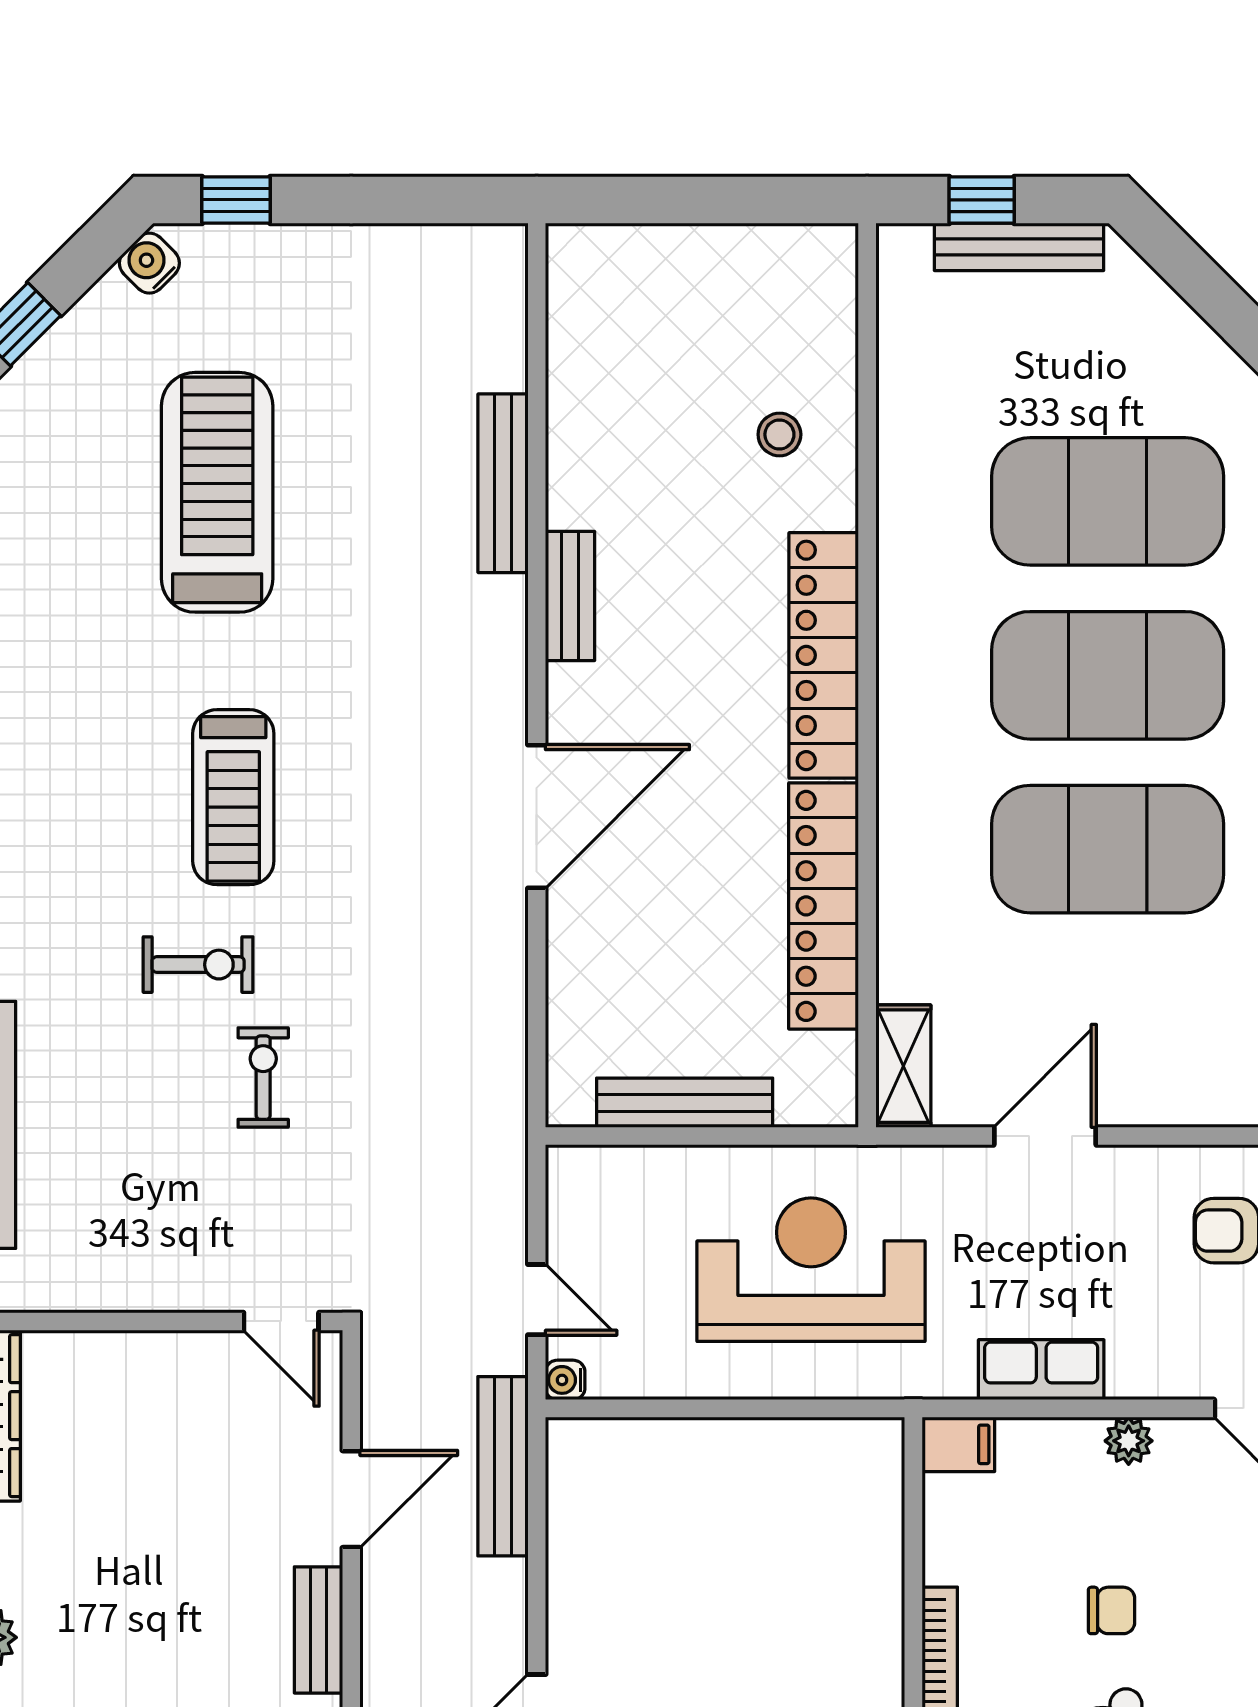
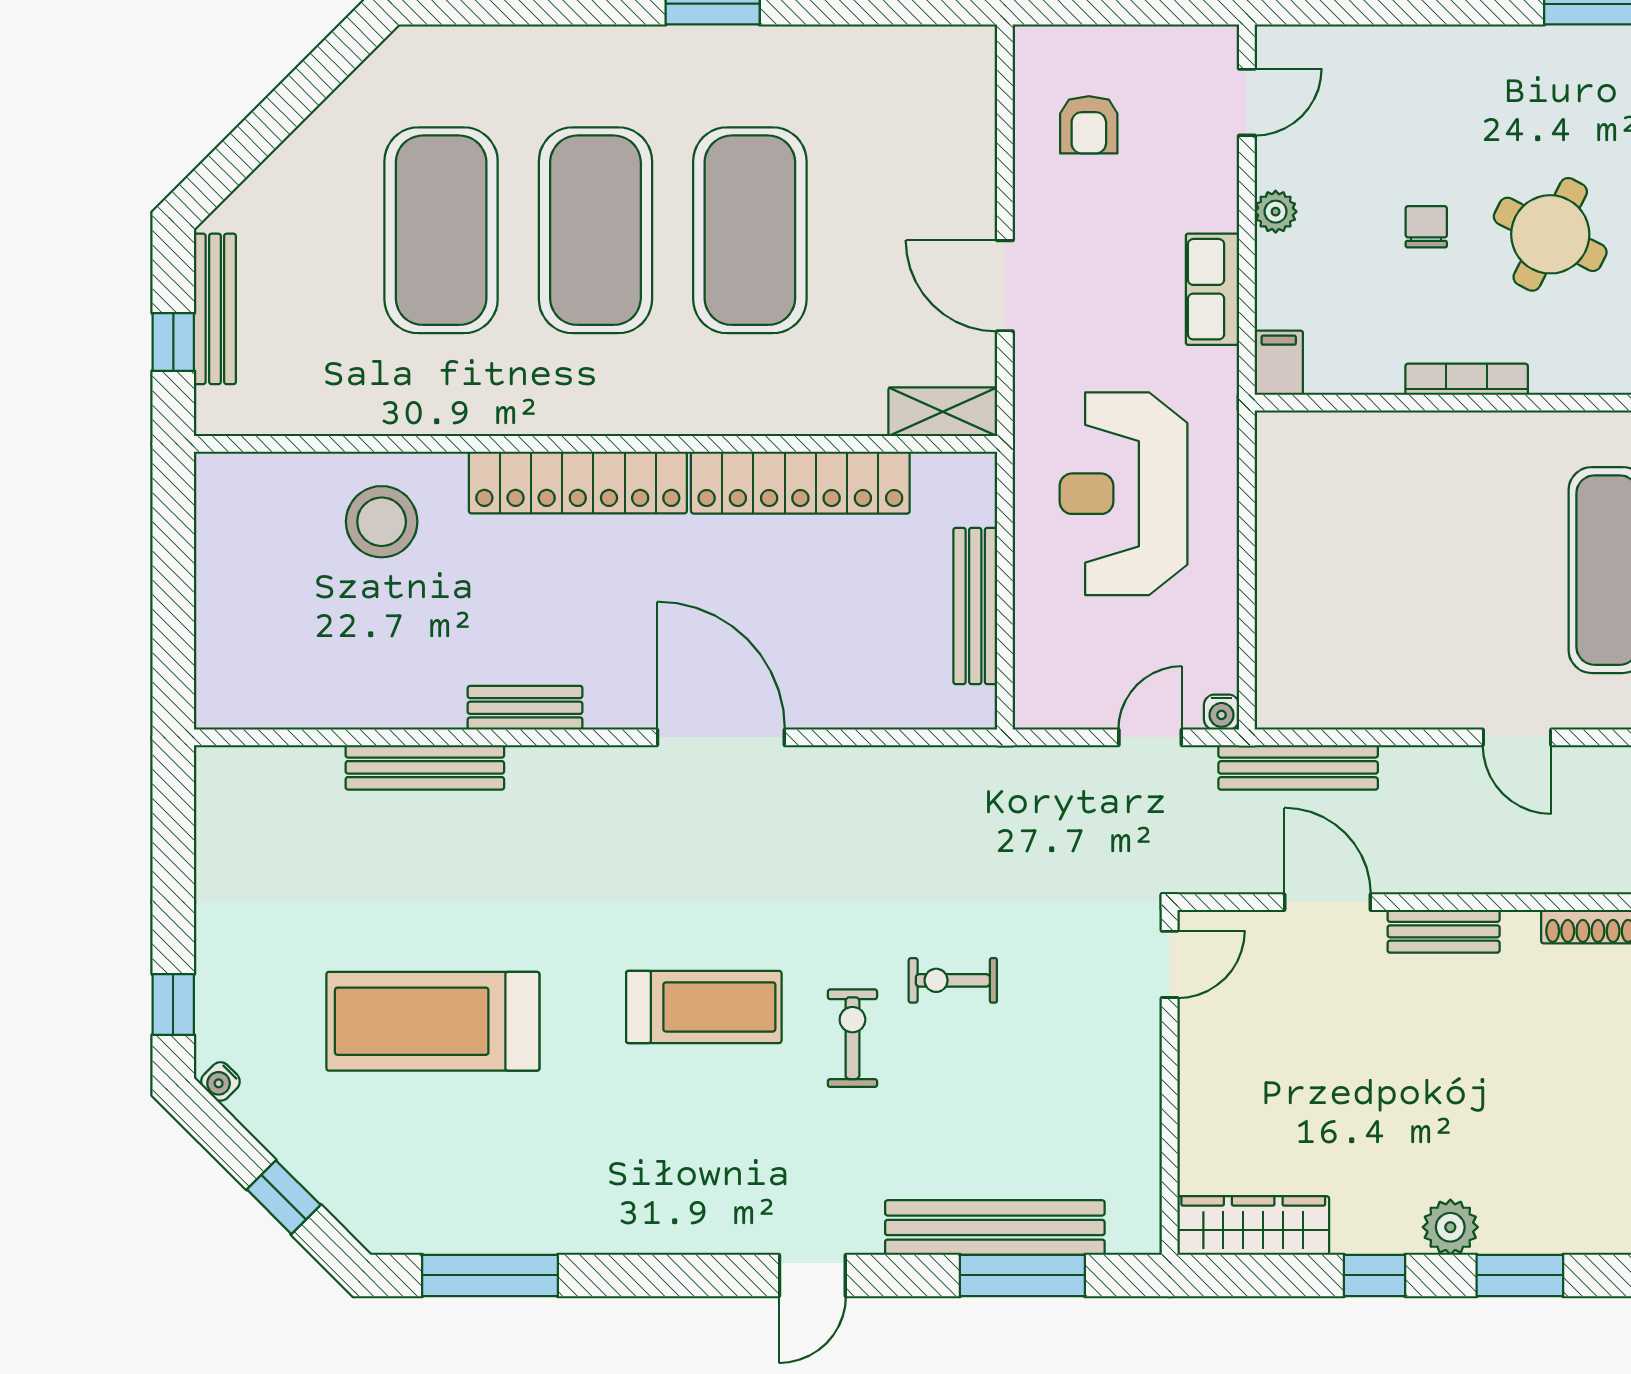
water cooler: (149, 263) -> (220, 1081), width x0.72, depth x0.72
stool: (779, 434) -> (382, 522), width x1.89, depth x1.89

